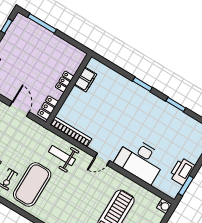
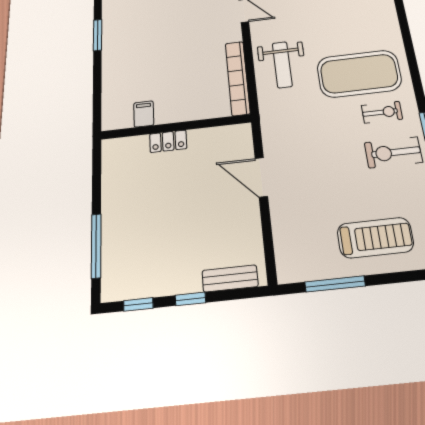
filing cabinet: (85, 80) -> (144, 114), width x0.50
locker: (48, 108) -> (226, 136), removed
door: (19, 109) -> (261, 177), hinge flipped

